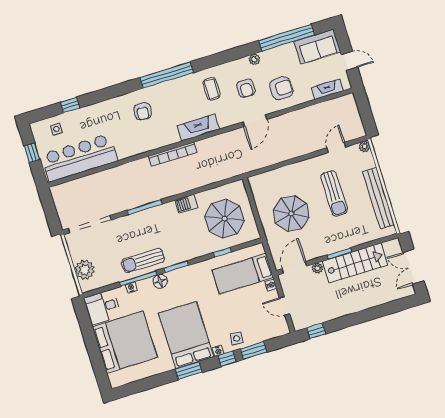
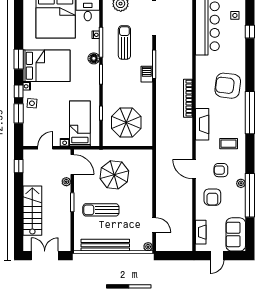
window: (286, 38) -> (250, 195), moved
armchair: (143, 111) -> (228, 86), width x1.88, depth x1.88
sun lounger: (334, 193) -> (101, 210), moved
barbecue: (186, 204) -> (147, 74), moved
sun lounger: (143, 261) -> (124, 42), moved
stairs: (355, 263) -> (32, 211), moved, turned 180

